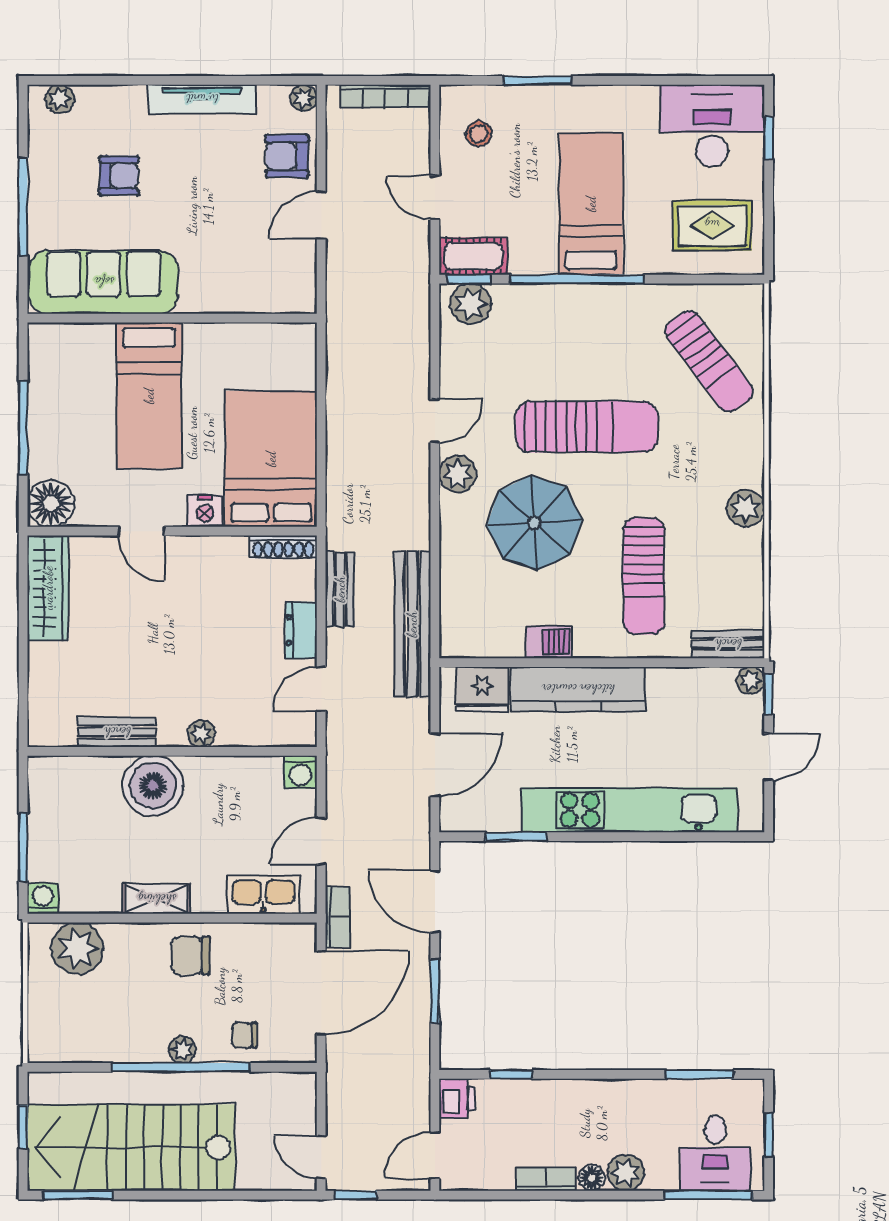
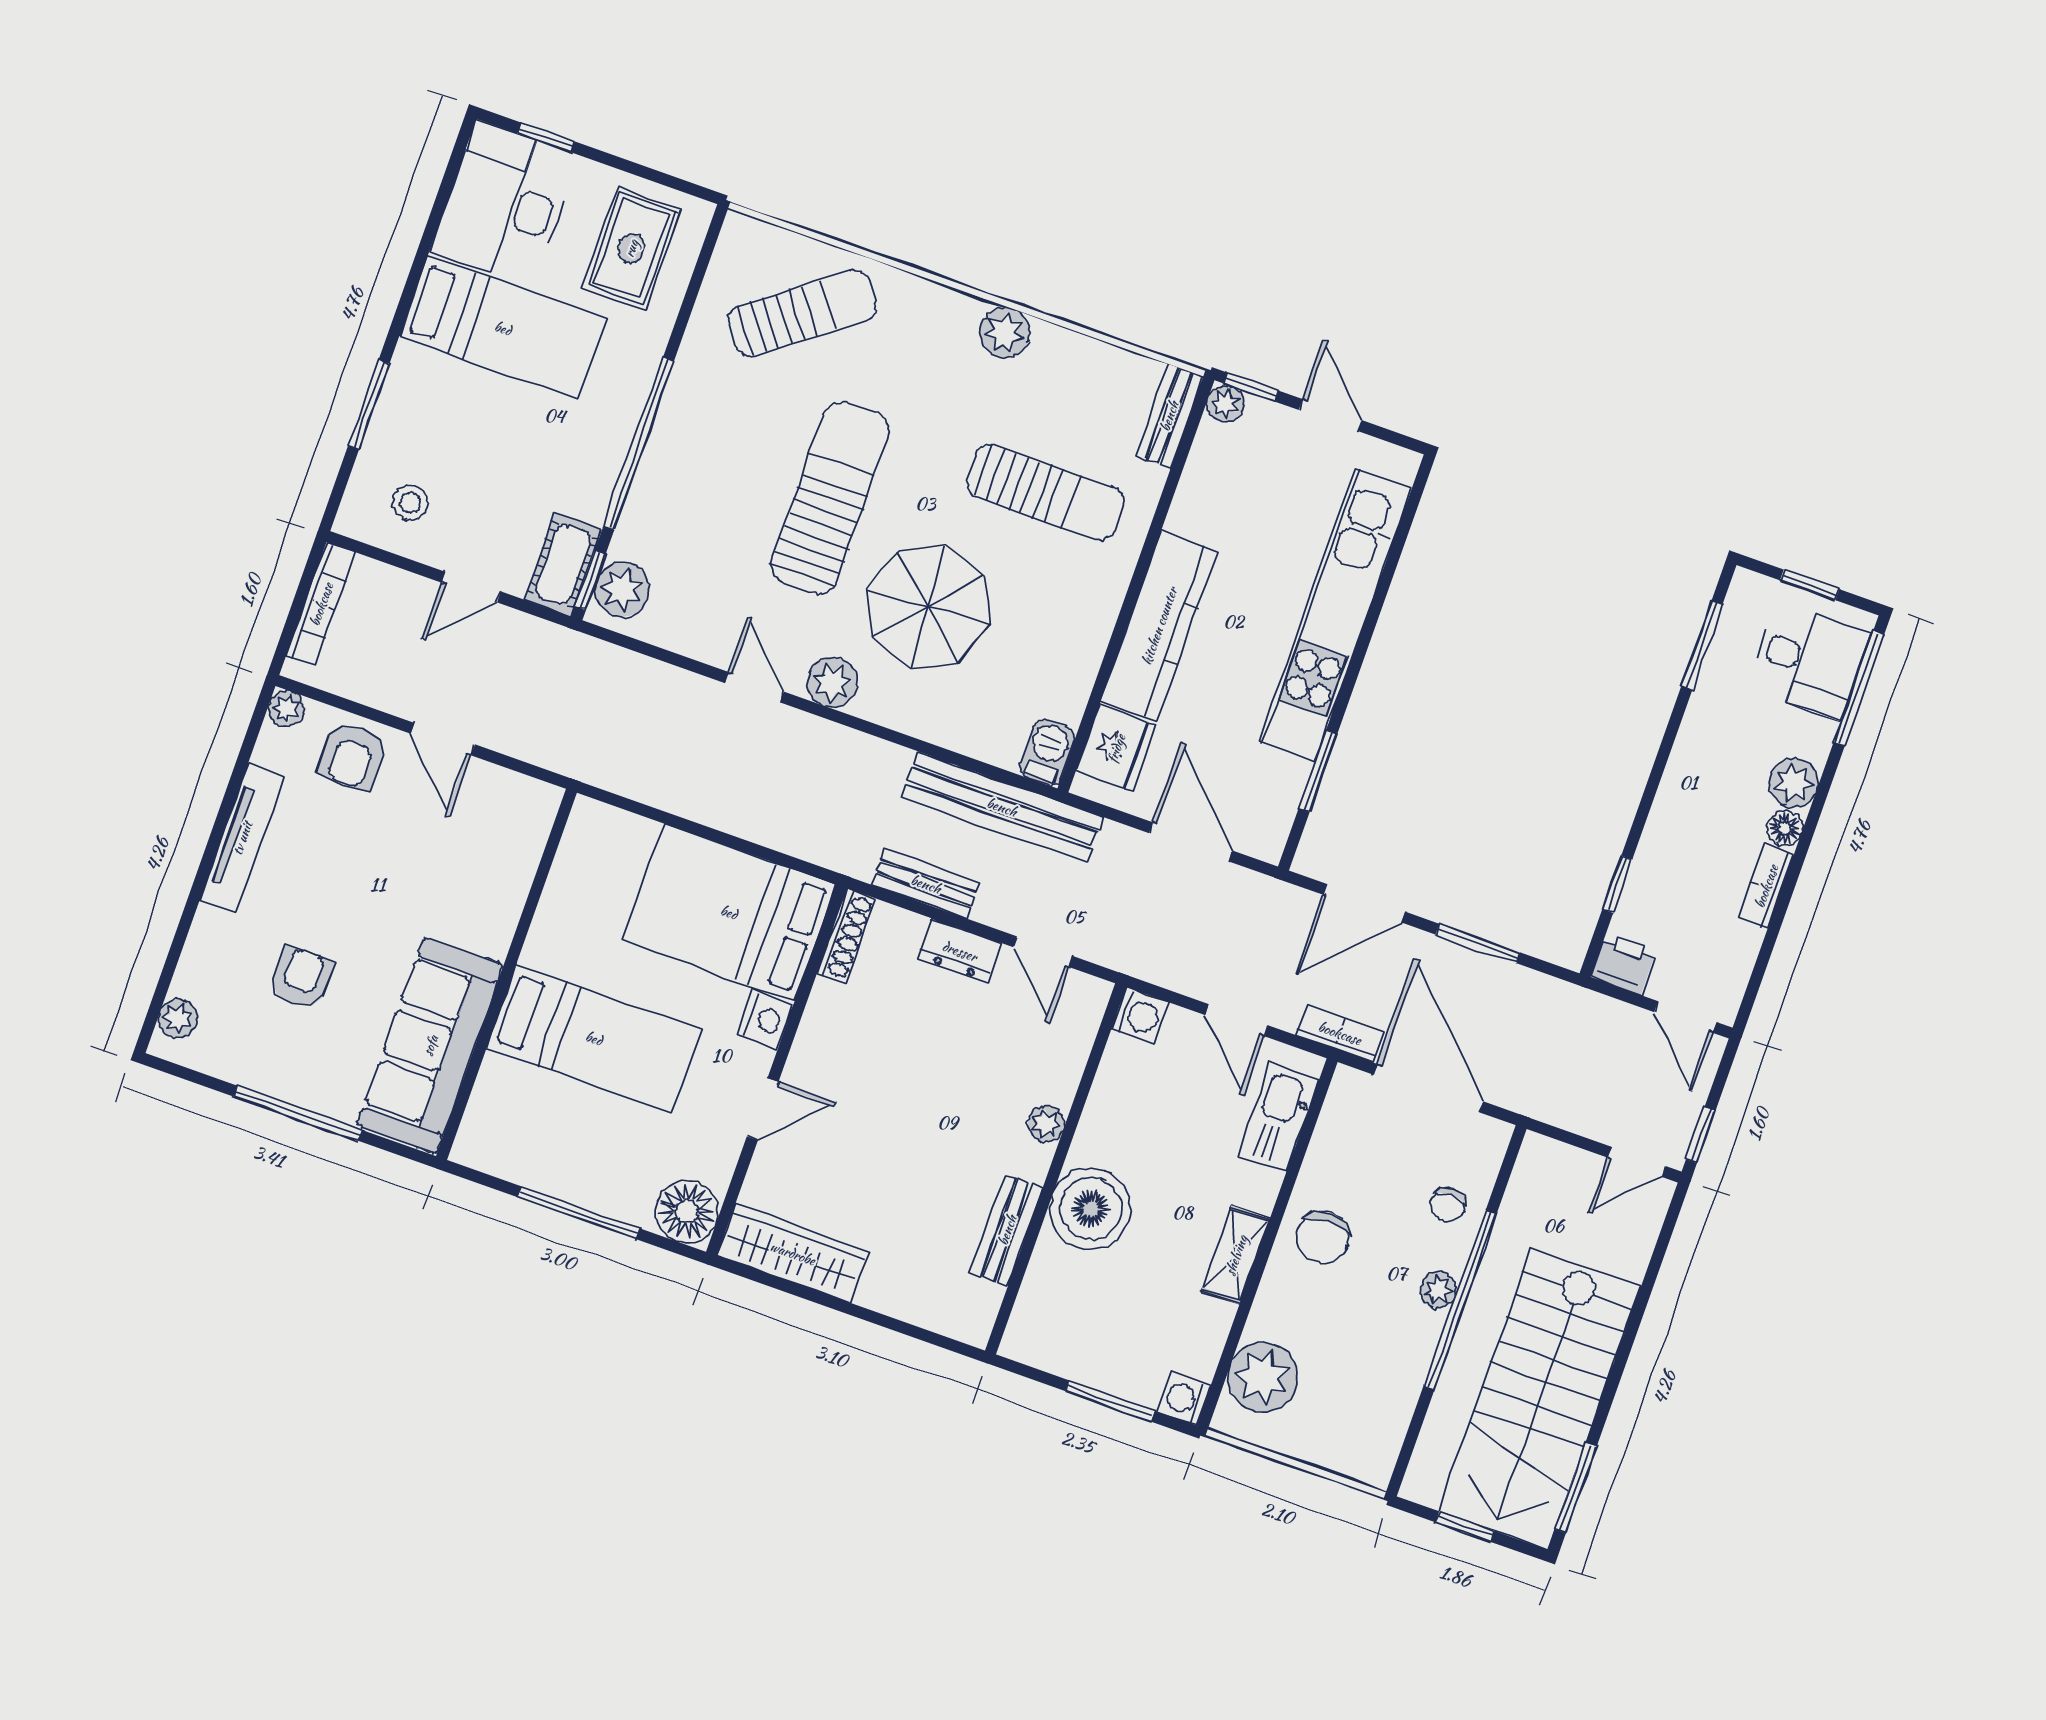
bed: (591, 204) -> (503, 328), moved, turned 180
barbecue: (549, 642) -> (1047, 752), moved

